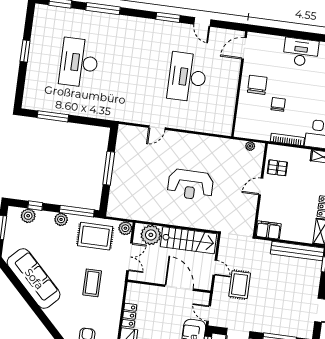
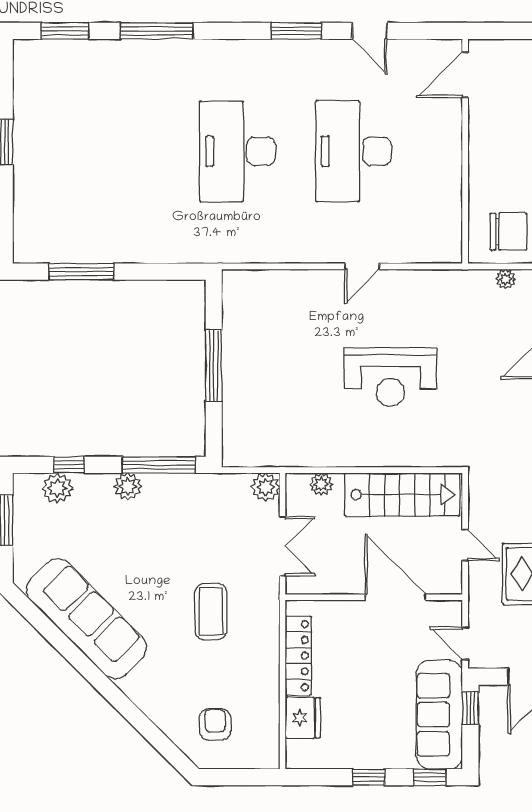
desk: (79, 63) -> (238, 151), moved
chair: (257, 85) -> (508, 232), moved, turned 90
door: (157, 128) -> (362, 266), moved
plant: (151, 235) -> (321, 484), width x0.53, depth x0.53
rug: (95, 236) -> (204, 512), removed
locker: (129, 315) -> (298, 656), width x1.53

